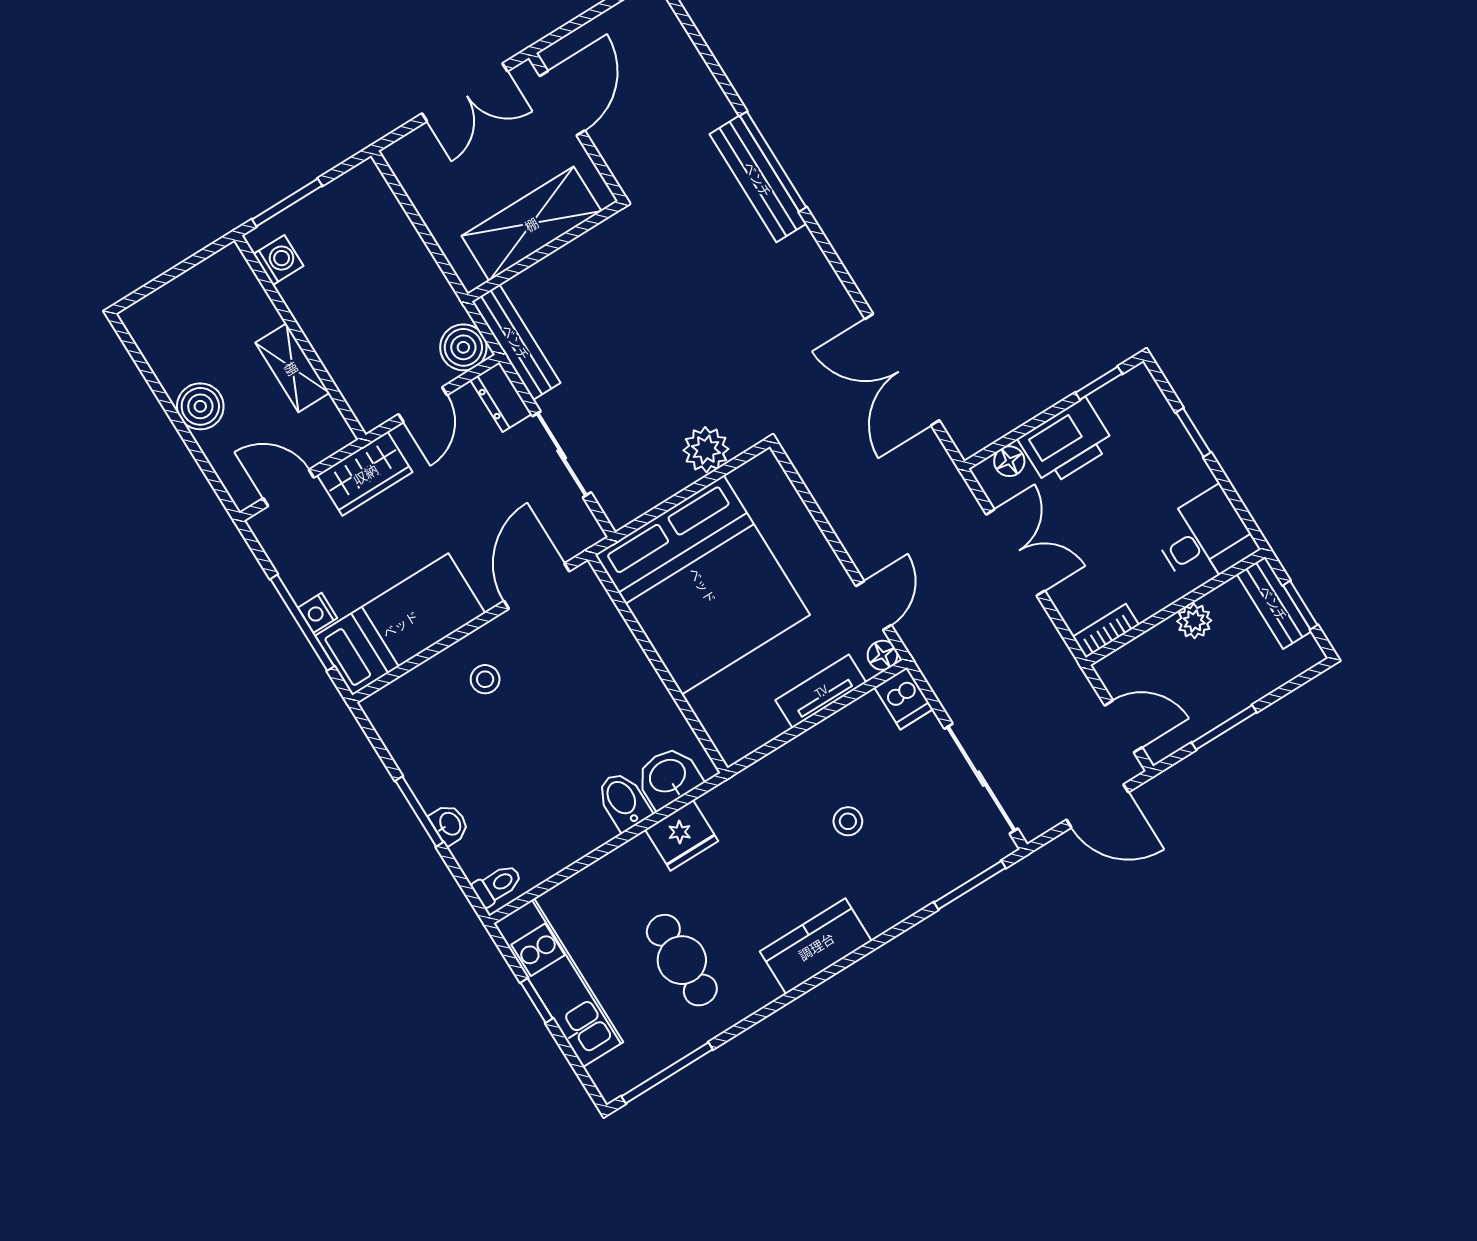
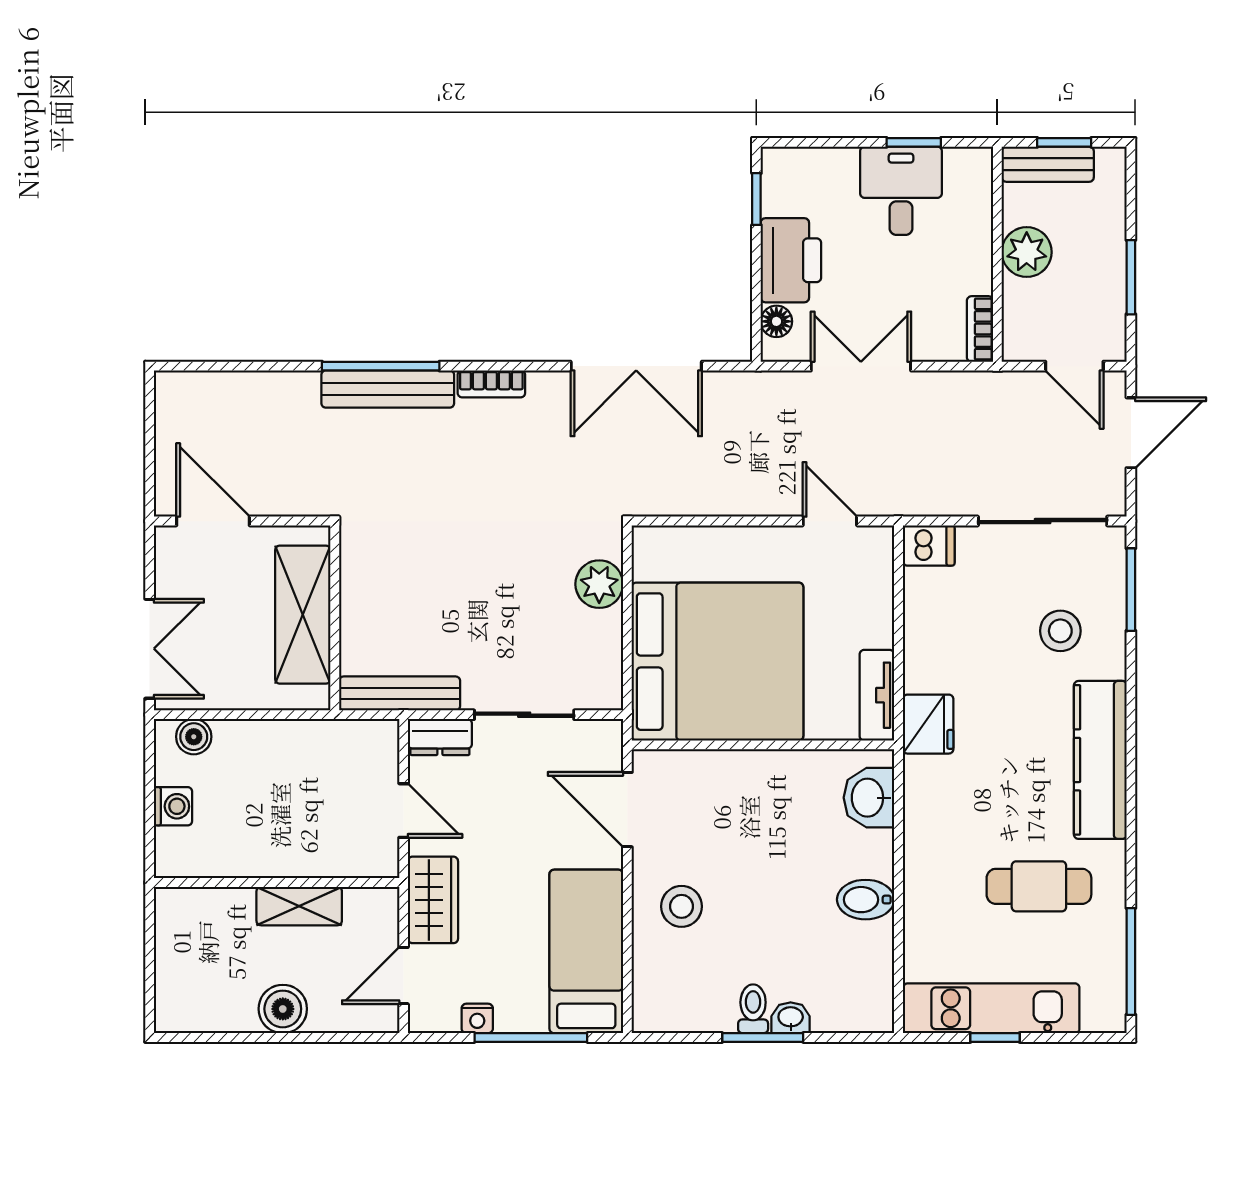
double door: (465, 92) -> (150, 649), moved
window: (287, 203) -> (150, 820), removed
washing machine: (278, 260) -> (173, 806), moved, turned 90
bookcase: (814, 261) -> (491, 384), added
boiler: (463, 347) -> (194, 737), moved, width x0.73, depth x0.73
window: (1193, 433) -> (914, 142), moved
desk: (1204, 538) -> (901, 191), moved
nightstand: (318, 613) -> (477, 1018), moved
plant: (1194, 621) -> (1027, 252), width x1.38, depth x1.38
floor lamp: (882, 655) -> (879, 541), removed
stool: (485, 679) -> (682, 906), width x1.37, depth x1.37
tv unit: (821, 691) -> (877, 695), moved
door: (1123, 726) -> (1074, 366), swing flipped
bidet: (623, 801) -> (866, 900), moved
stool: (848, 821) -> (1060, 631), moved, width x1.37, depth x1.37
fridge: (682, 835) -> (928, 724), moved
toilet: (497, 885) -> (753, 1009), moved
kitchen counter: (816, 946) -> (1100, 760), width x1.50

